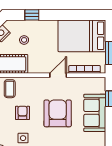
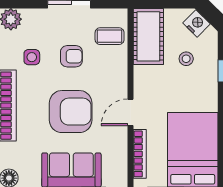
door: (58, 75) -> (130, 112), swing flipped

